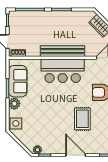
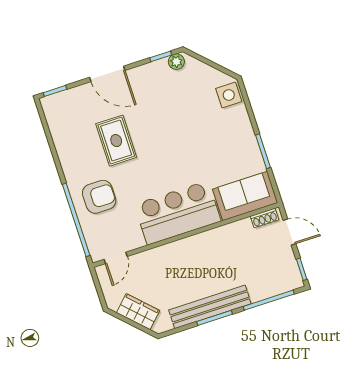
bench: (62, 51) -> (210, 307), moved
sofa: (18, 81) -> (245, 196), moved, turned 90
plant: (14, 104) -> (243, 128), removed

